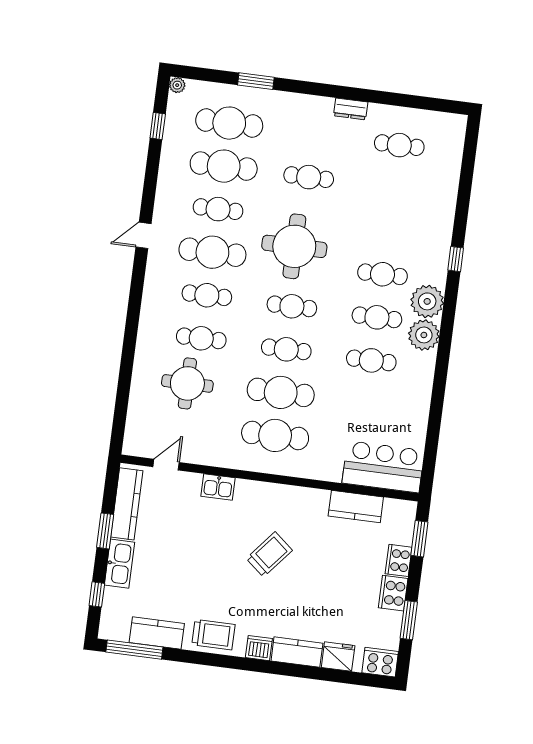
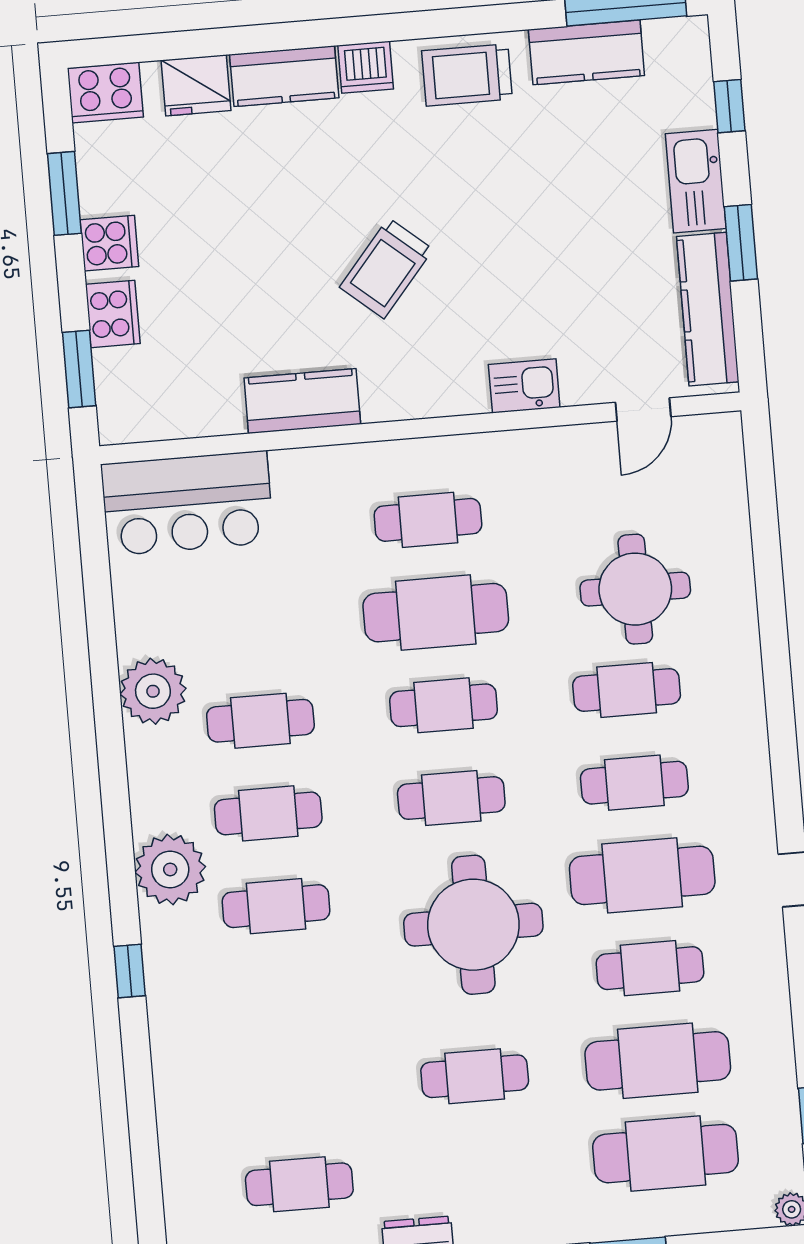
plant: (424, 335) -> (153, 691), moved
cafe table: (275, 435) -> (428, 520), width x0.73, depth x0.74
kitchen counter: (356, 507) -> (302, 401), moved
cooker: (393, 593) -> (109, 243), width x0.73

